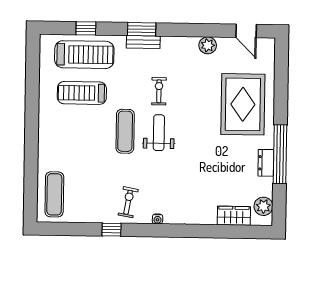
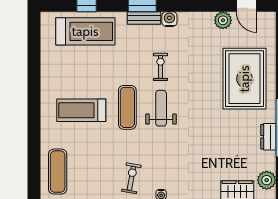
water cooler: (169, 44) -> (169, 19), added
plant: (208, 45) -> (223, 20), moved
treadmill: (82, 93) -> (81, 110), moved

